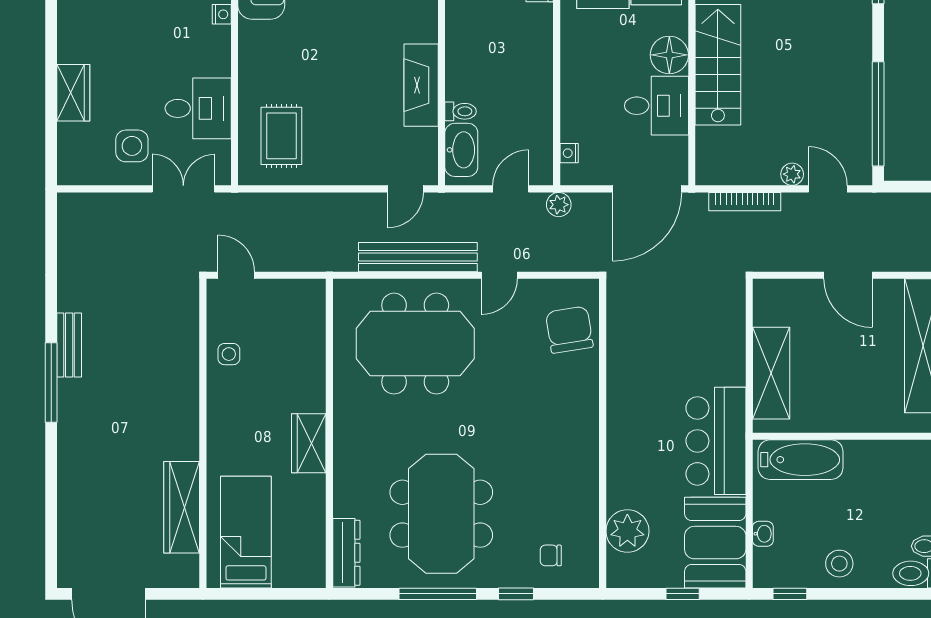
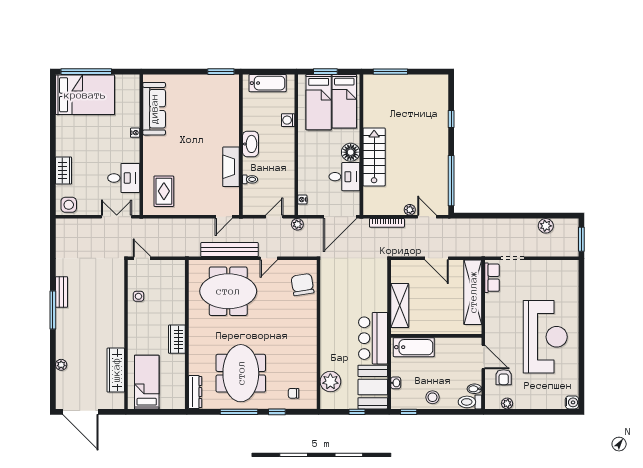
side table: (132, 146) -> (69, 205), moved
washbasin: (461, 150) -> (250, 144), moved
plant: (68, 496) -> (61, 365), added

